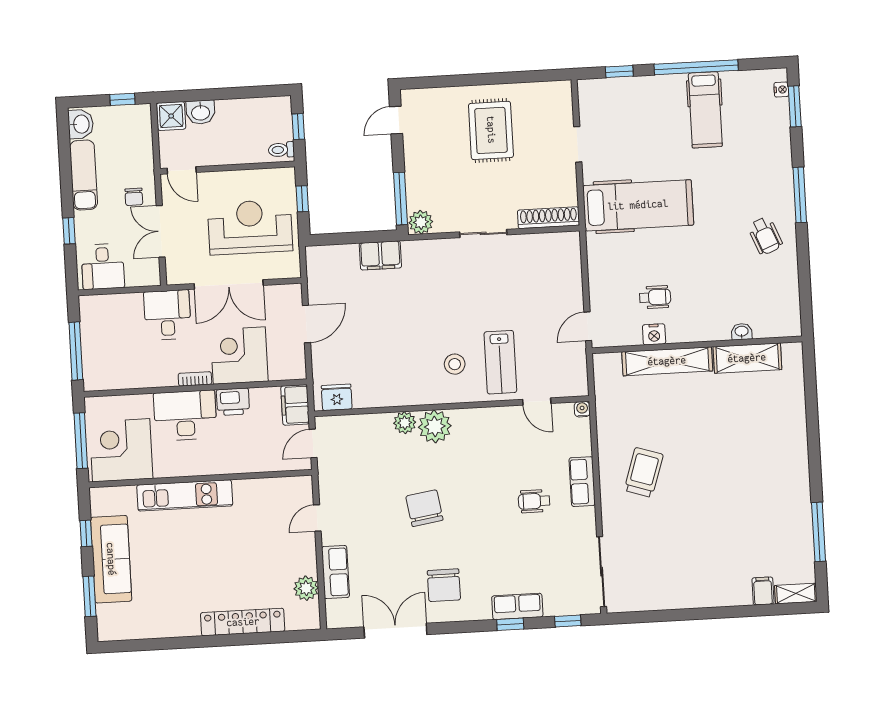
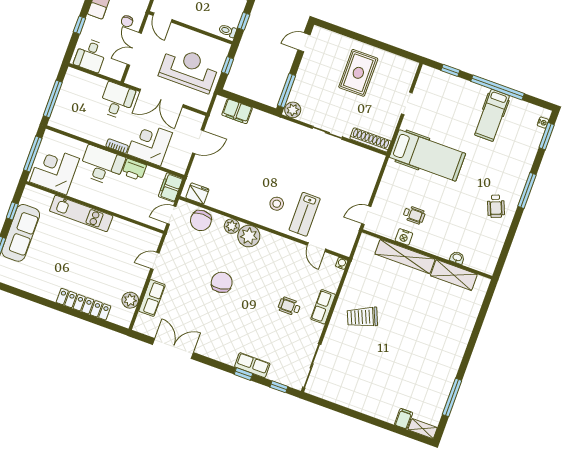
filing cabinet: (380, 255) -> (237, 111), moved
trolley: (644, 472) -> (362, 317), turned -131
chair: (444, 585) -> (201, 220), moved

